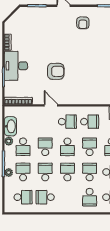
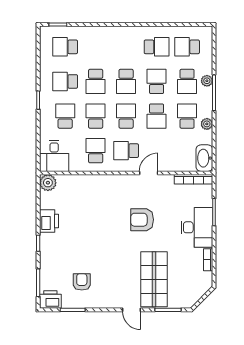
armchair: (83, 23) -> (82, 282), moved
shop shelf: (47, 28) -> (154, 279), added
door: (51, 105) -> (149, 173), swing flipped
school desk: (90, 122) -> (96, 151), turned 90
washbasin: (10, 126) -> (204, 158), moved
school desk: (90, 147) -> (96, 116), turned 180
school desk: (45, 172) -> (157, 81), turned 180
school desk: (90, 197) -> (96, 47), removed

